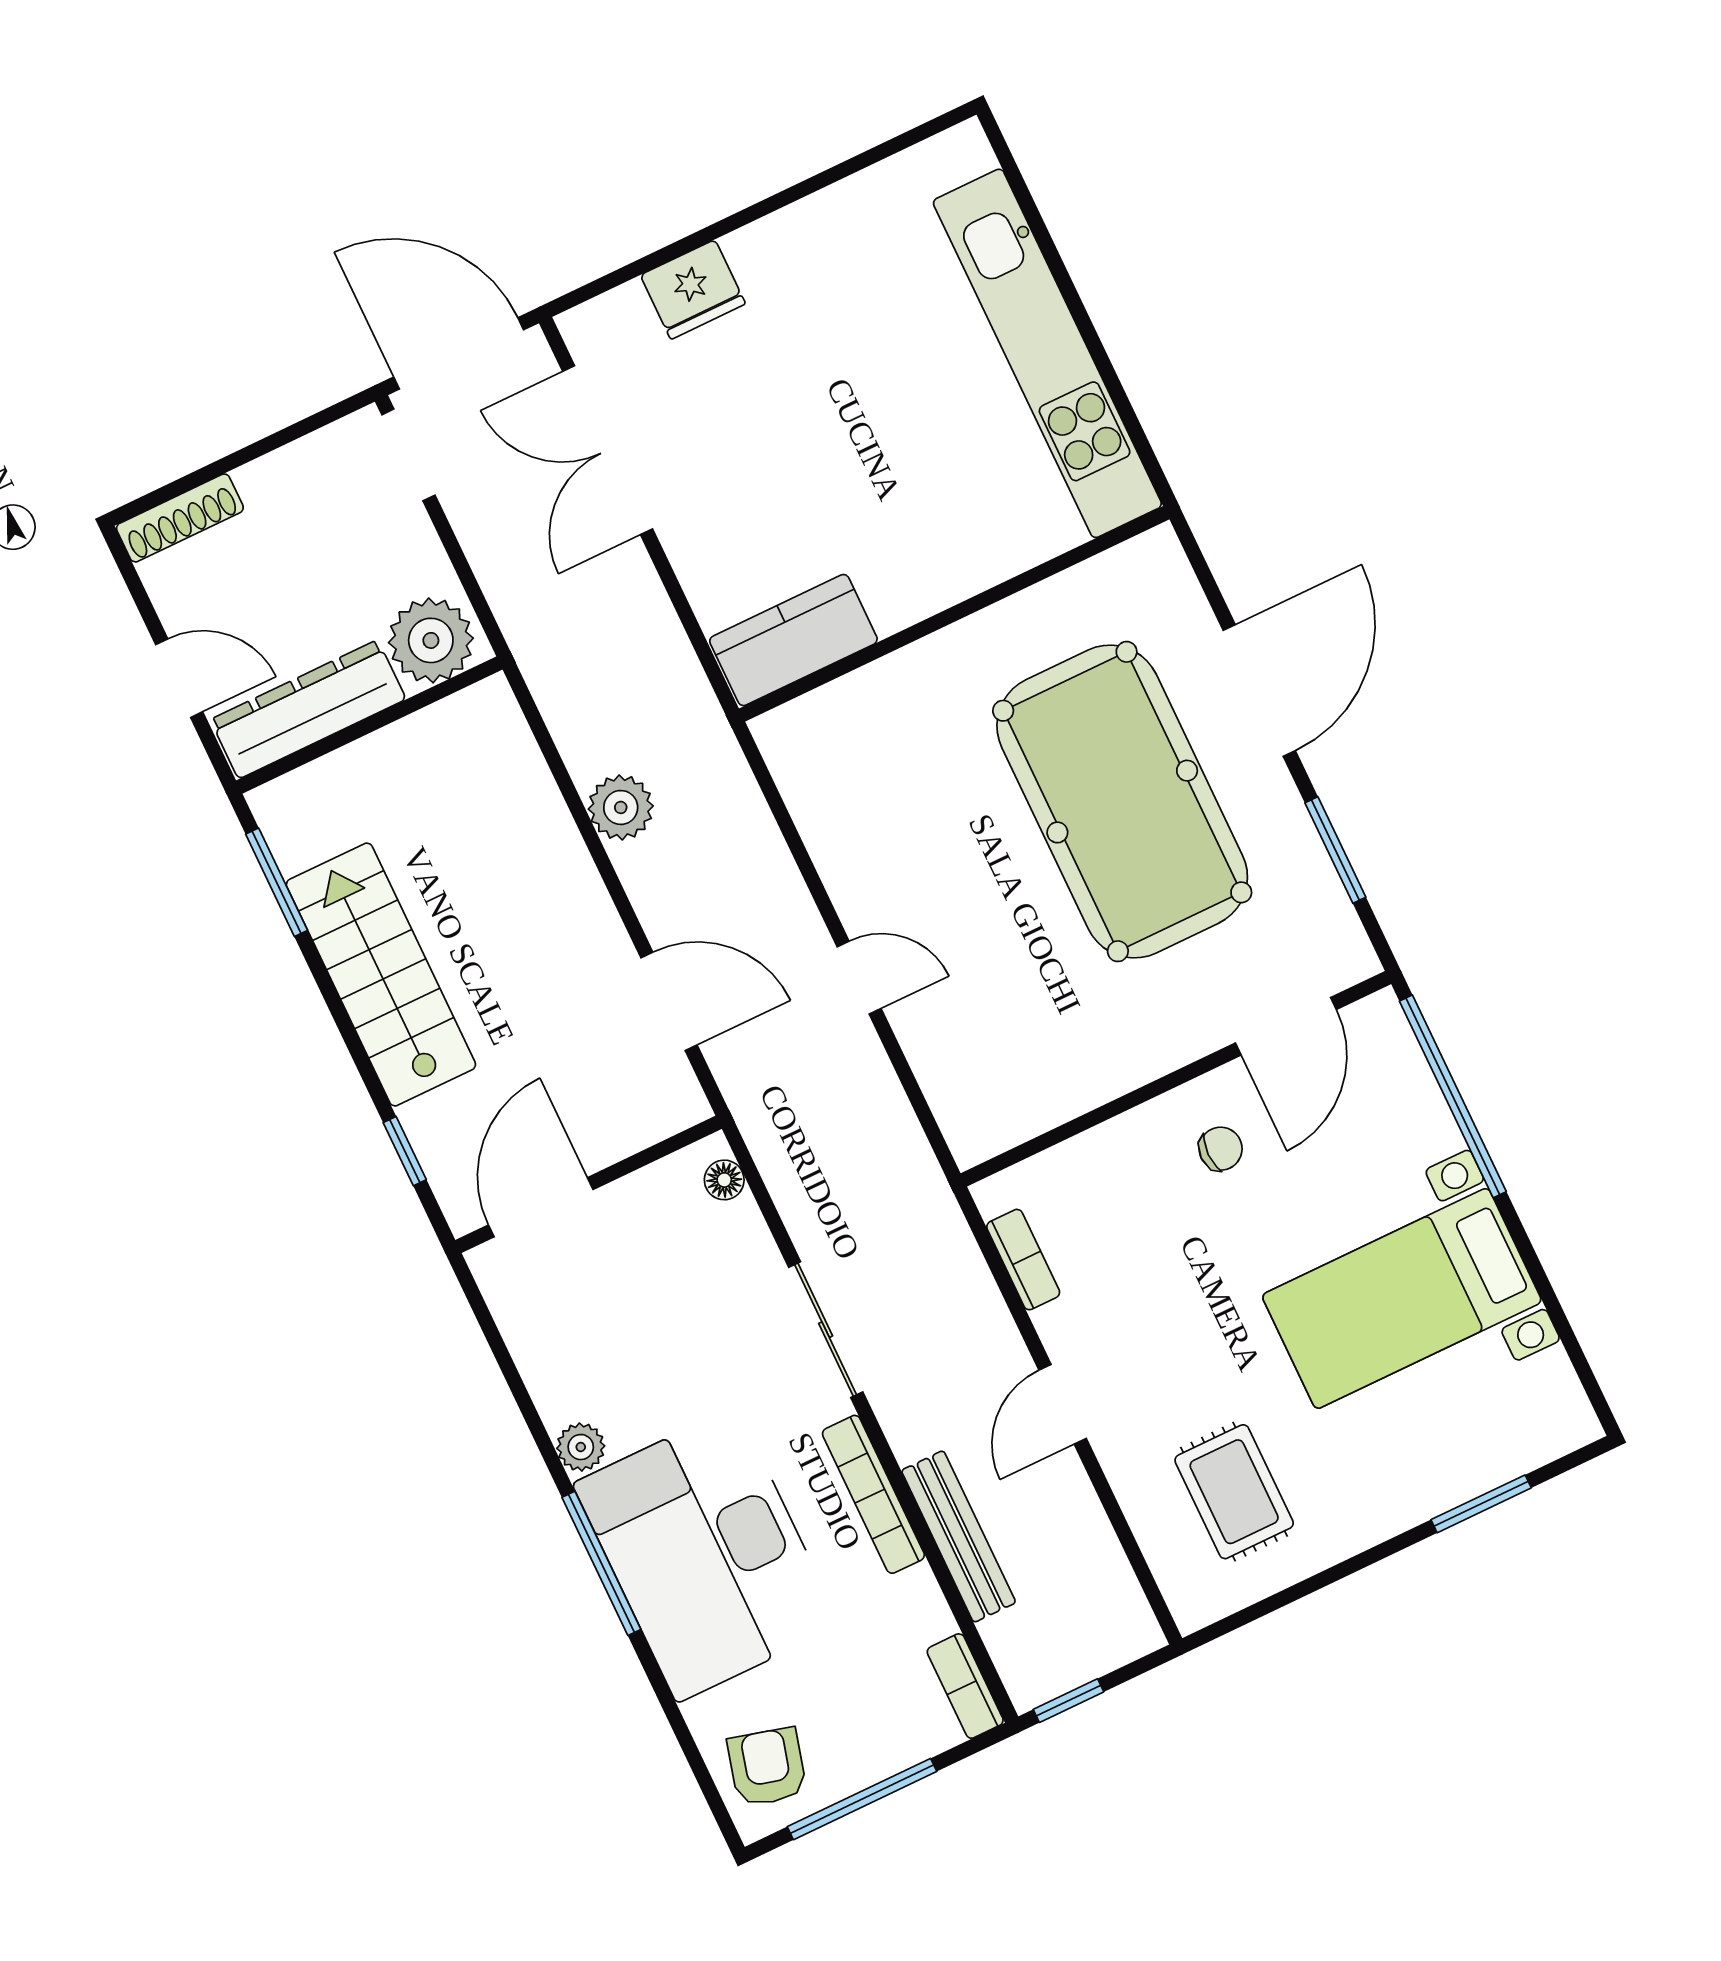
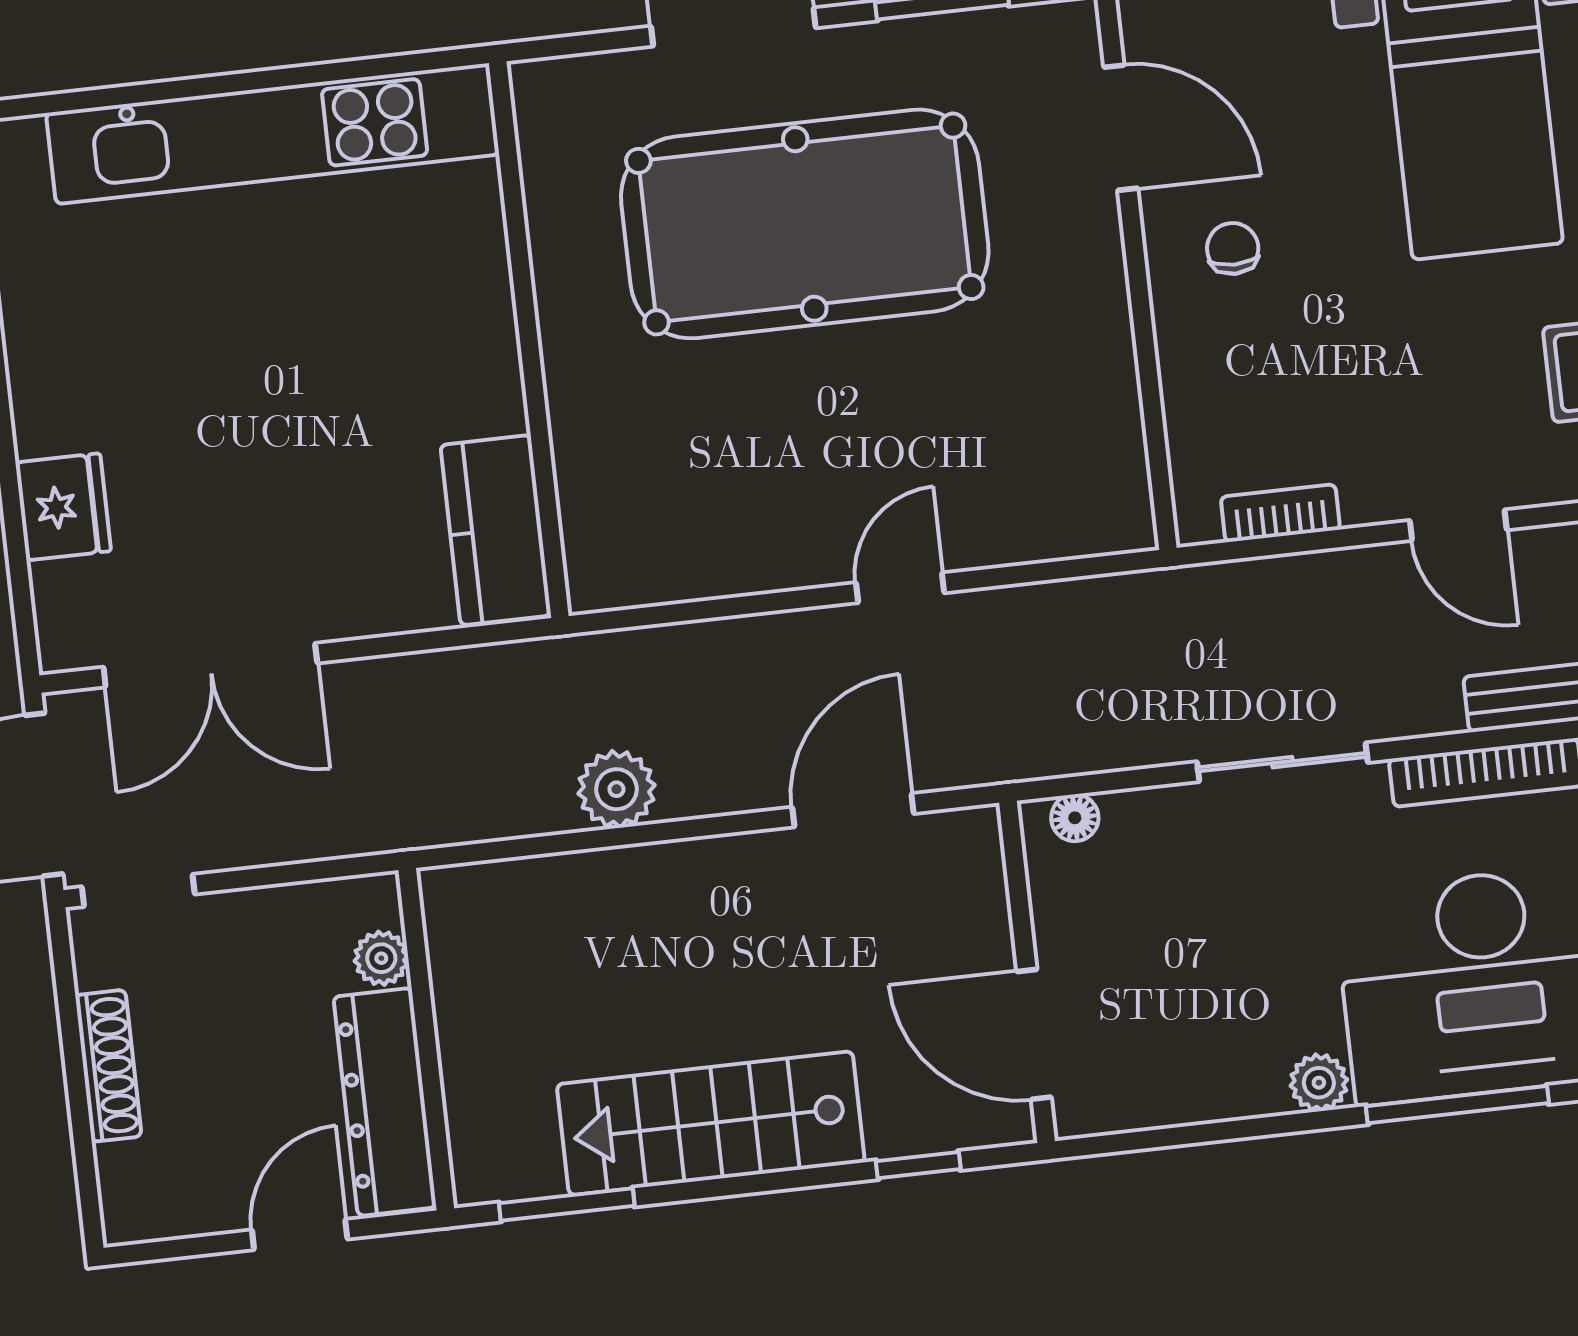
shoe rack: (180, 518) -> (108, 1066), moved
plant: (431, 640) -> (381, 958), width x0.53, depth x0.53

